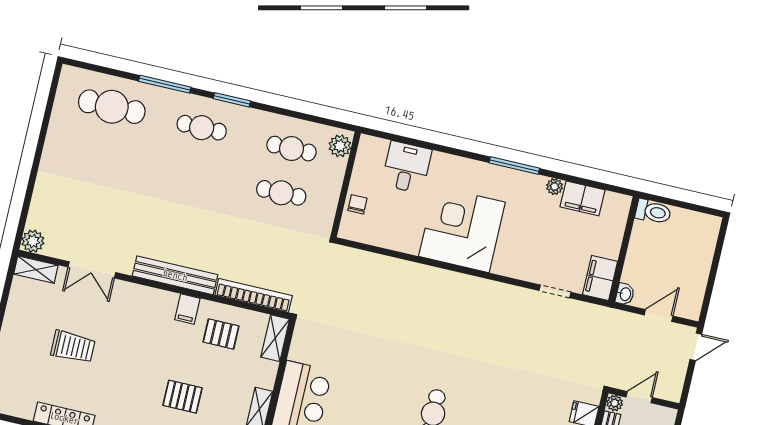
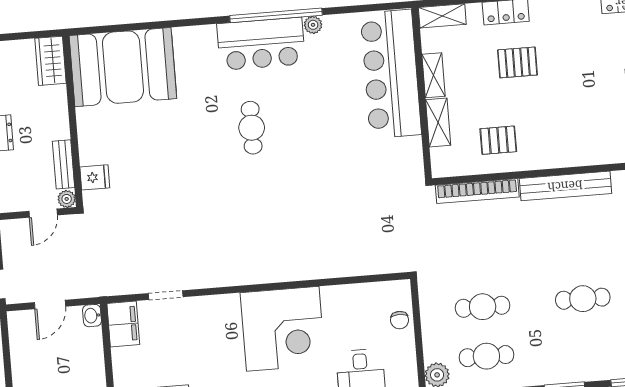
cafe table: (202, 128) -> (583, 299), moved
filing cabinet: (187, 309) -> (541, 155), removed
shelving: (275, 338) -> (438, 123), moved

